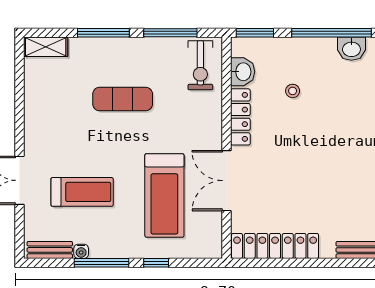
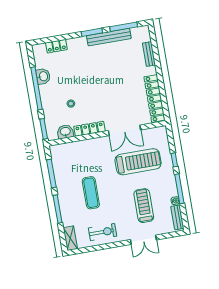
exercise bike: (200, 65) -> (103, 232), moved

